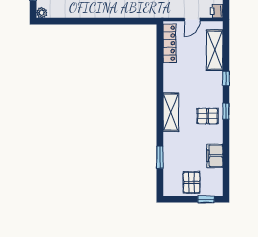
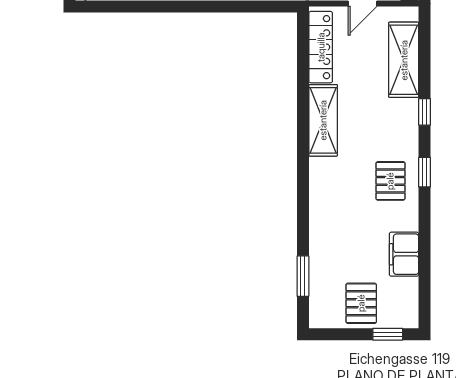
shelving: (171, 112) -> (323, 120), moved
pallet: (207, 116) -> (390, 181), turned 90
window: (160, 157) -> (303, 276), moved

